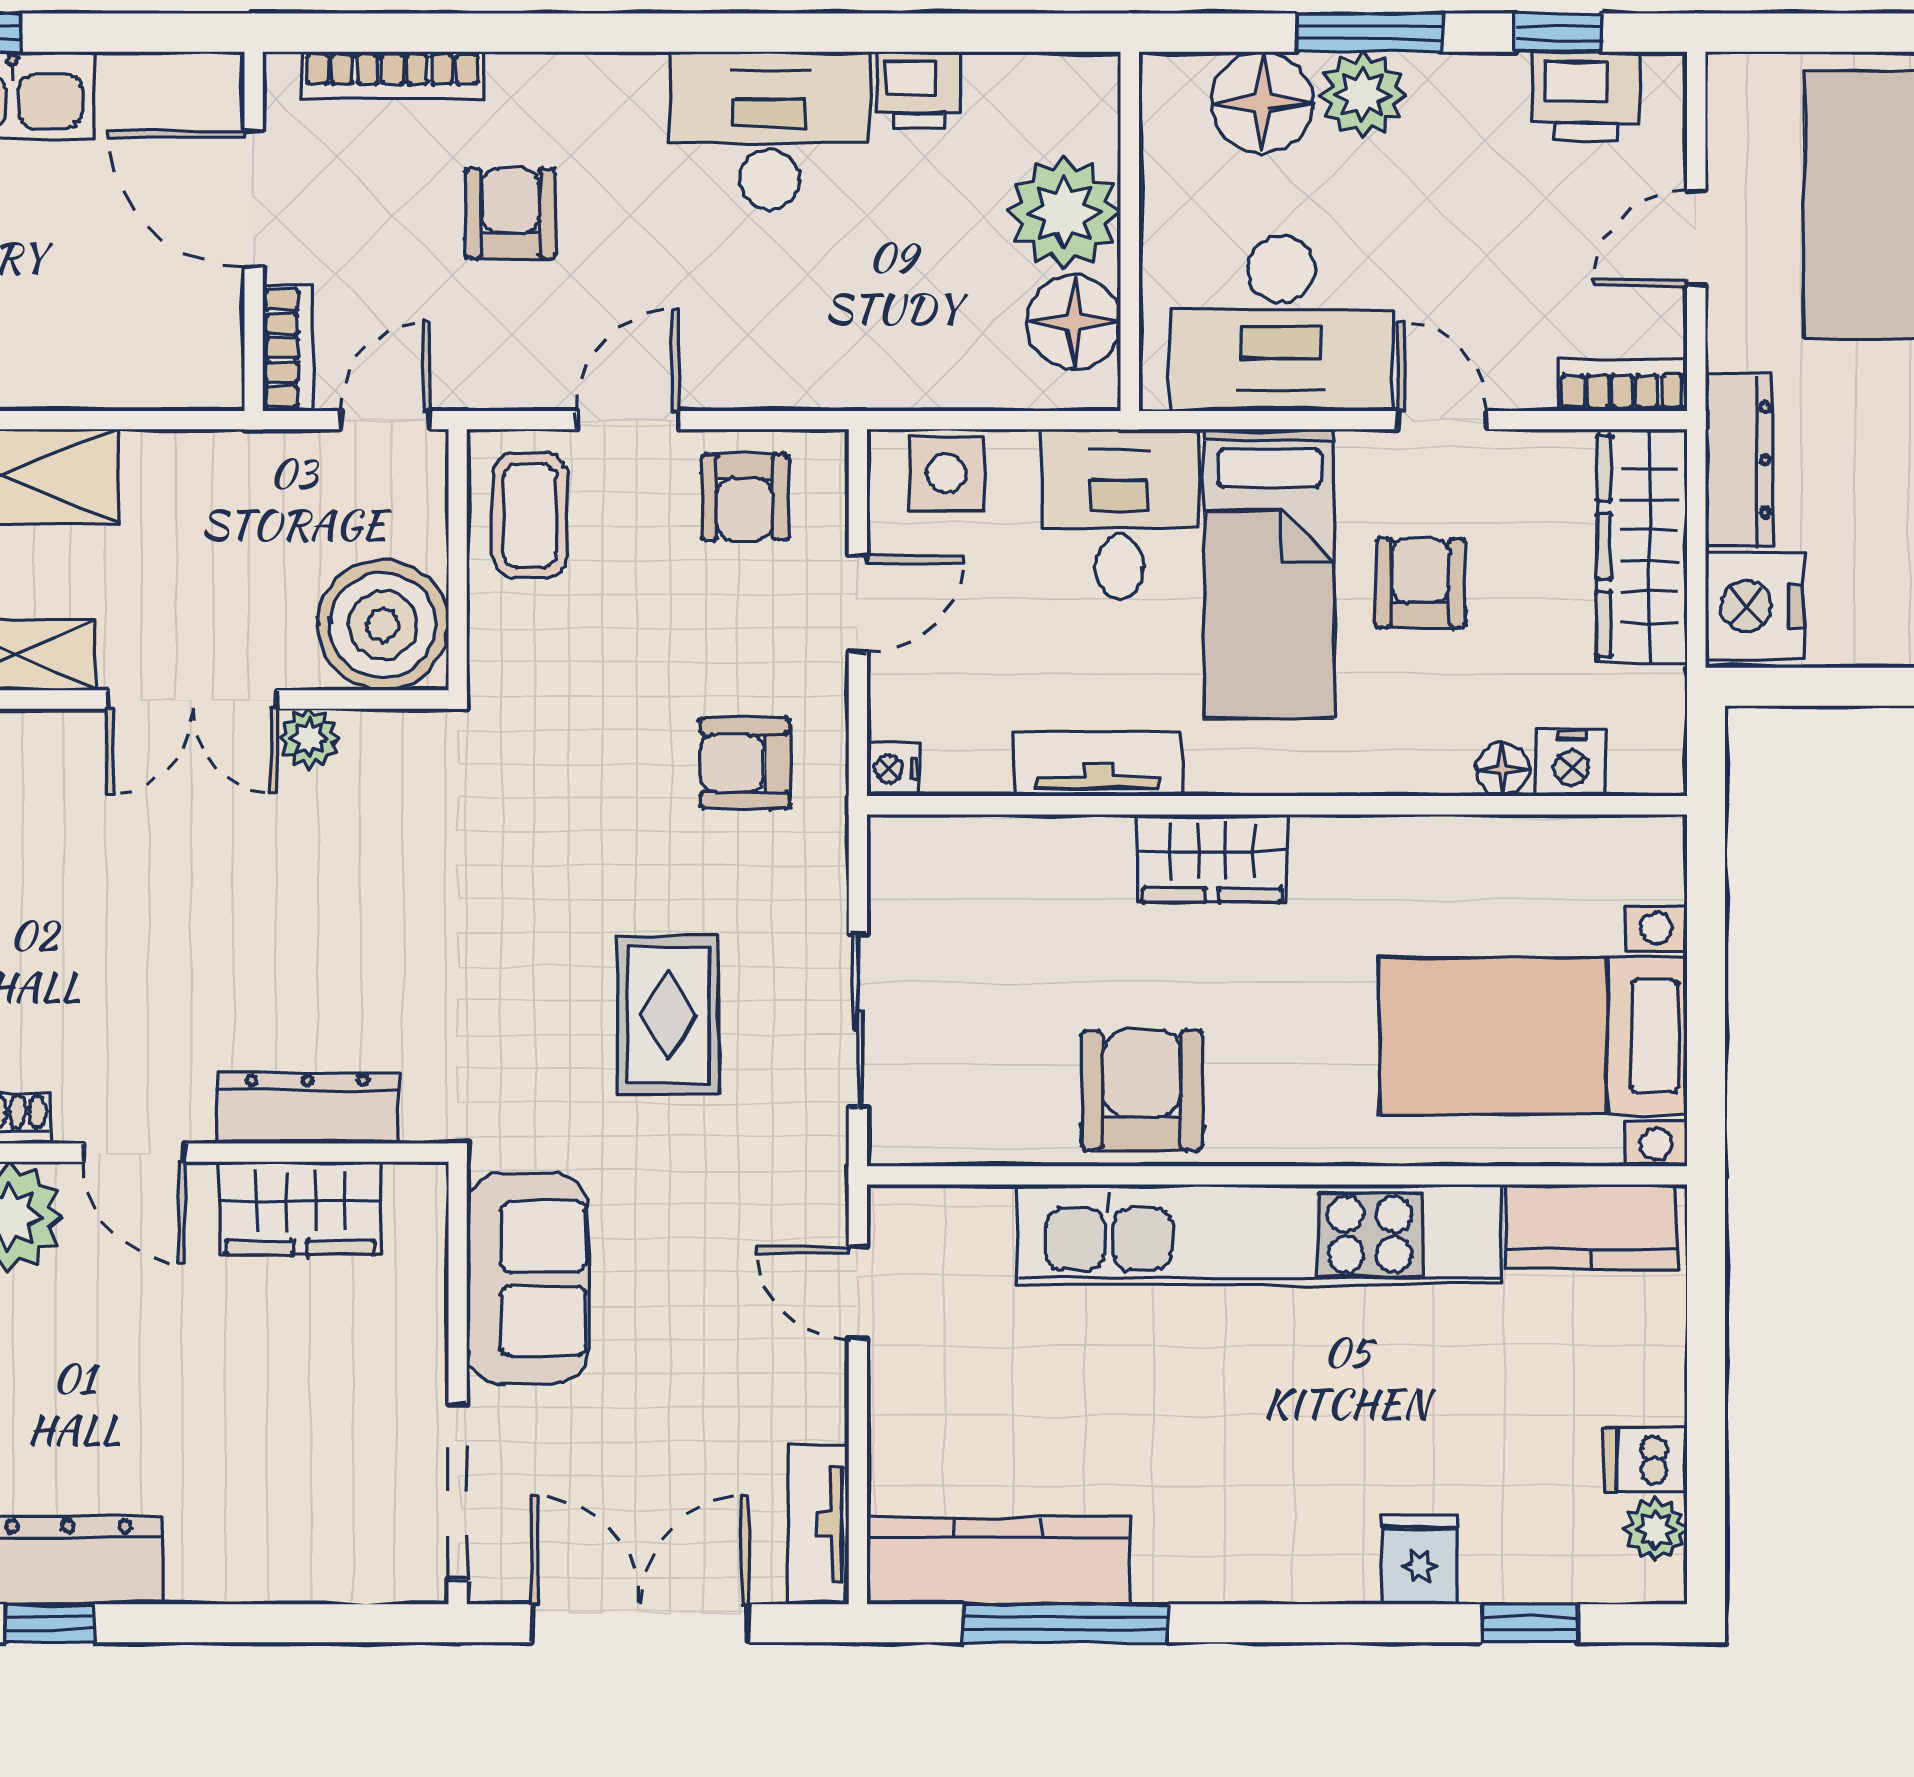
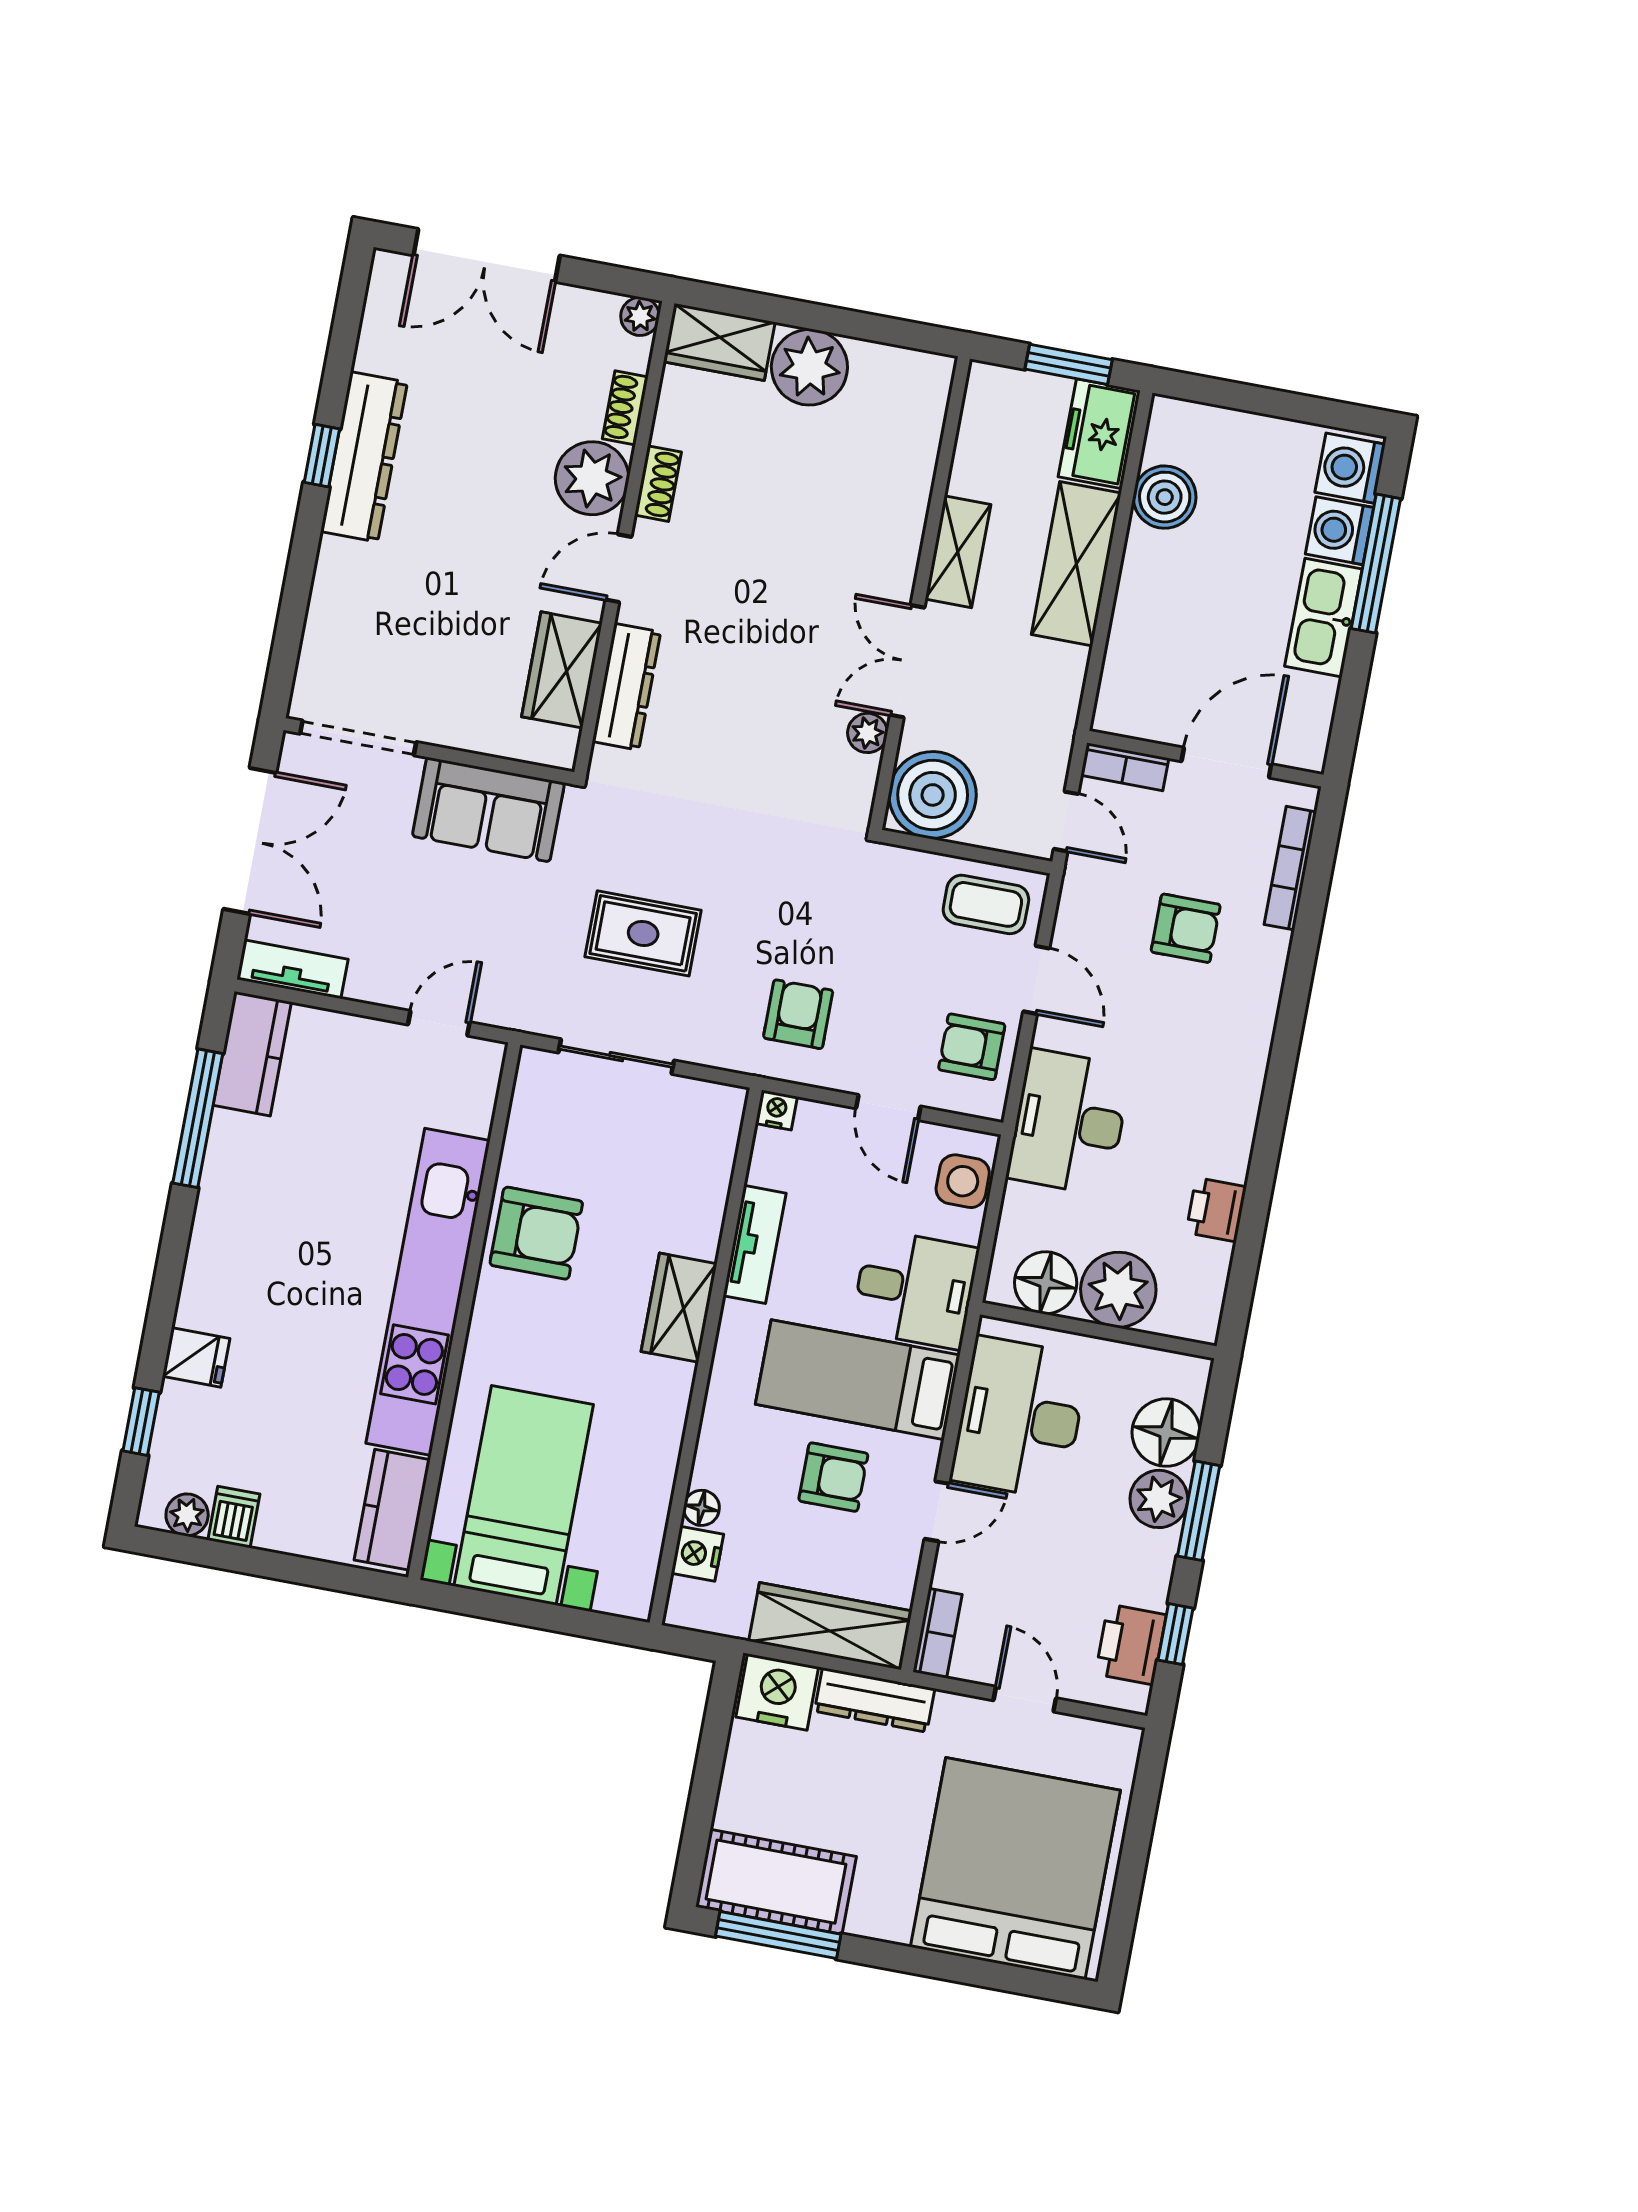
desk: (770, 130) -> (1069, 1122), moved, turned 180
kitchen counter: (998, 1561) -> (252, 1054), width x0.67

